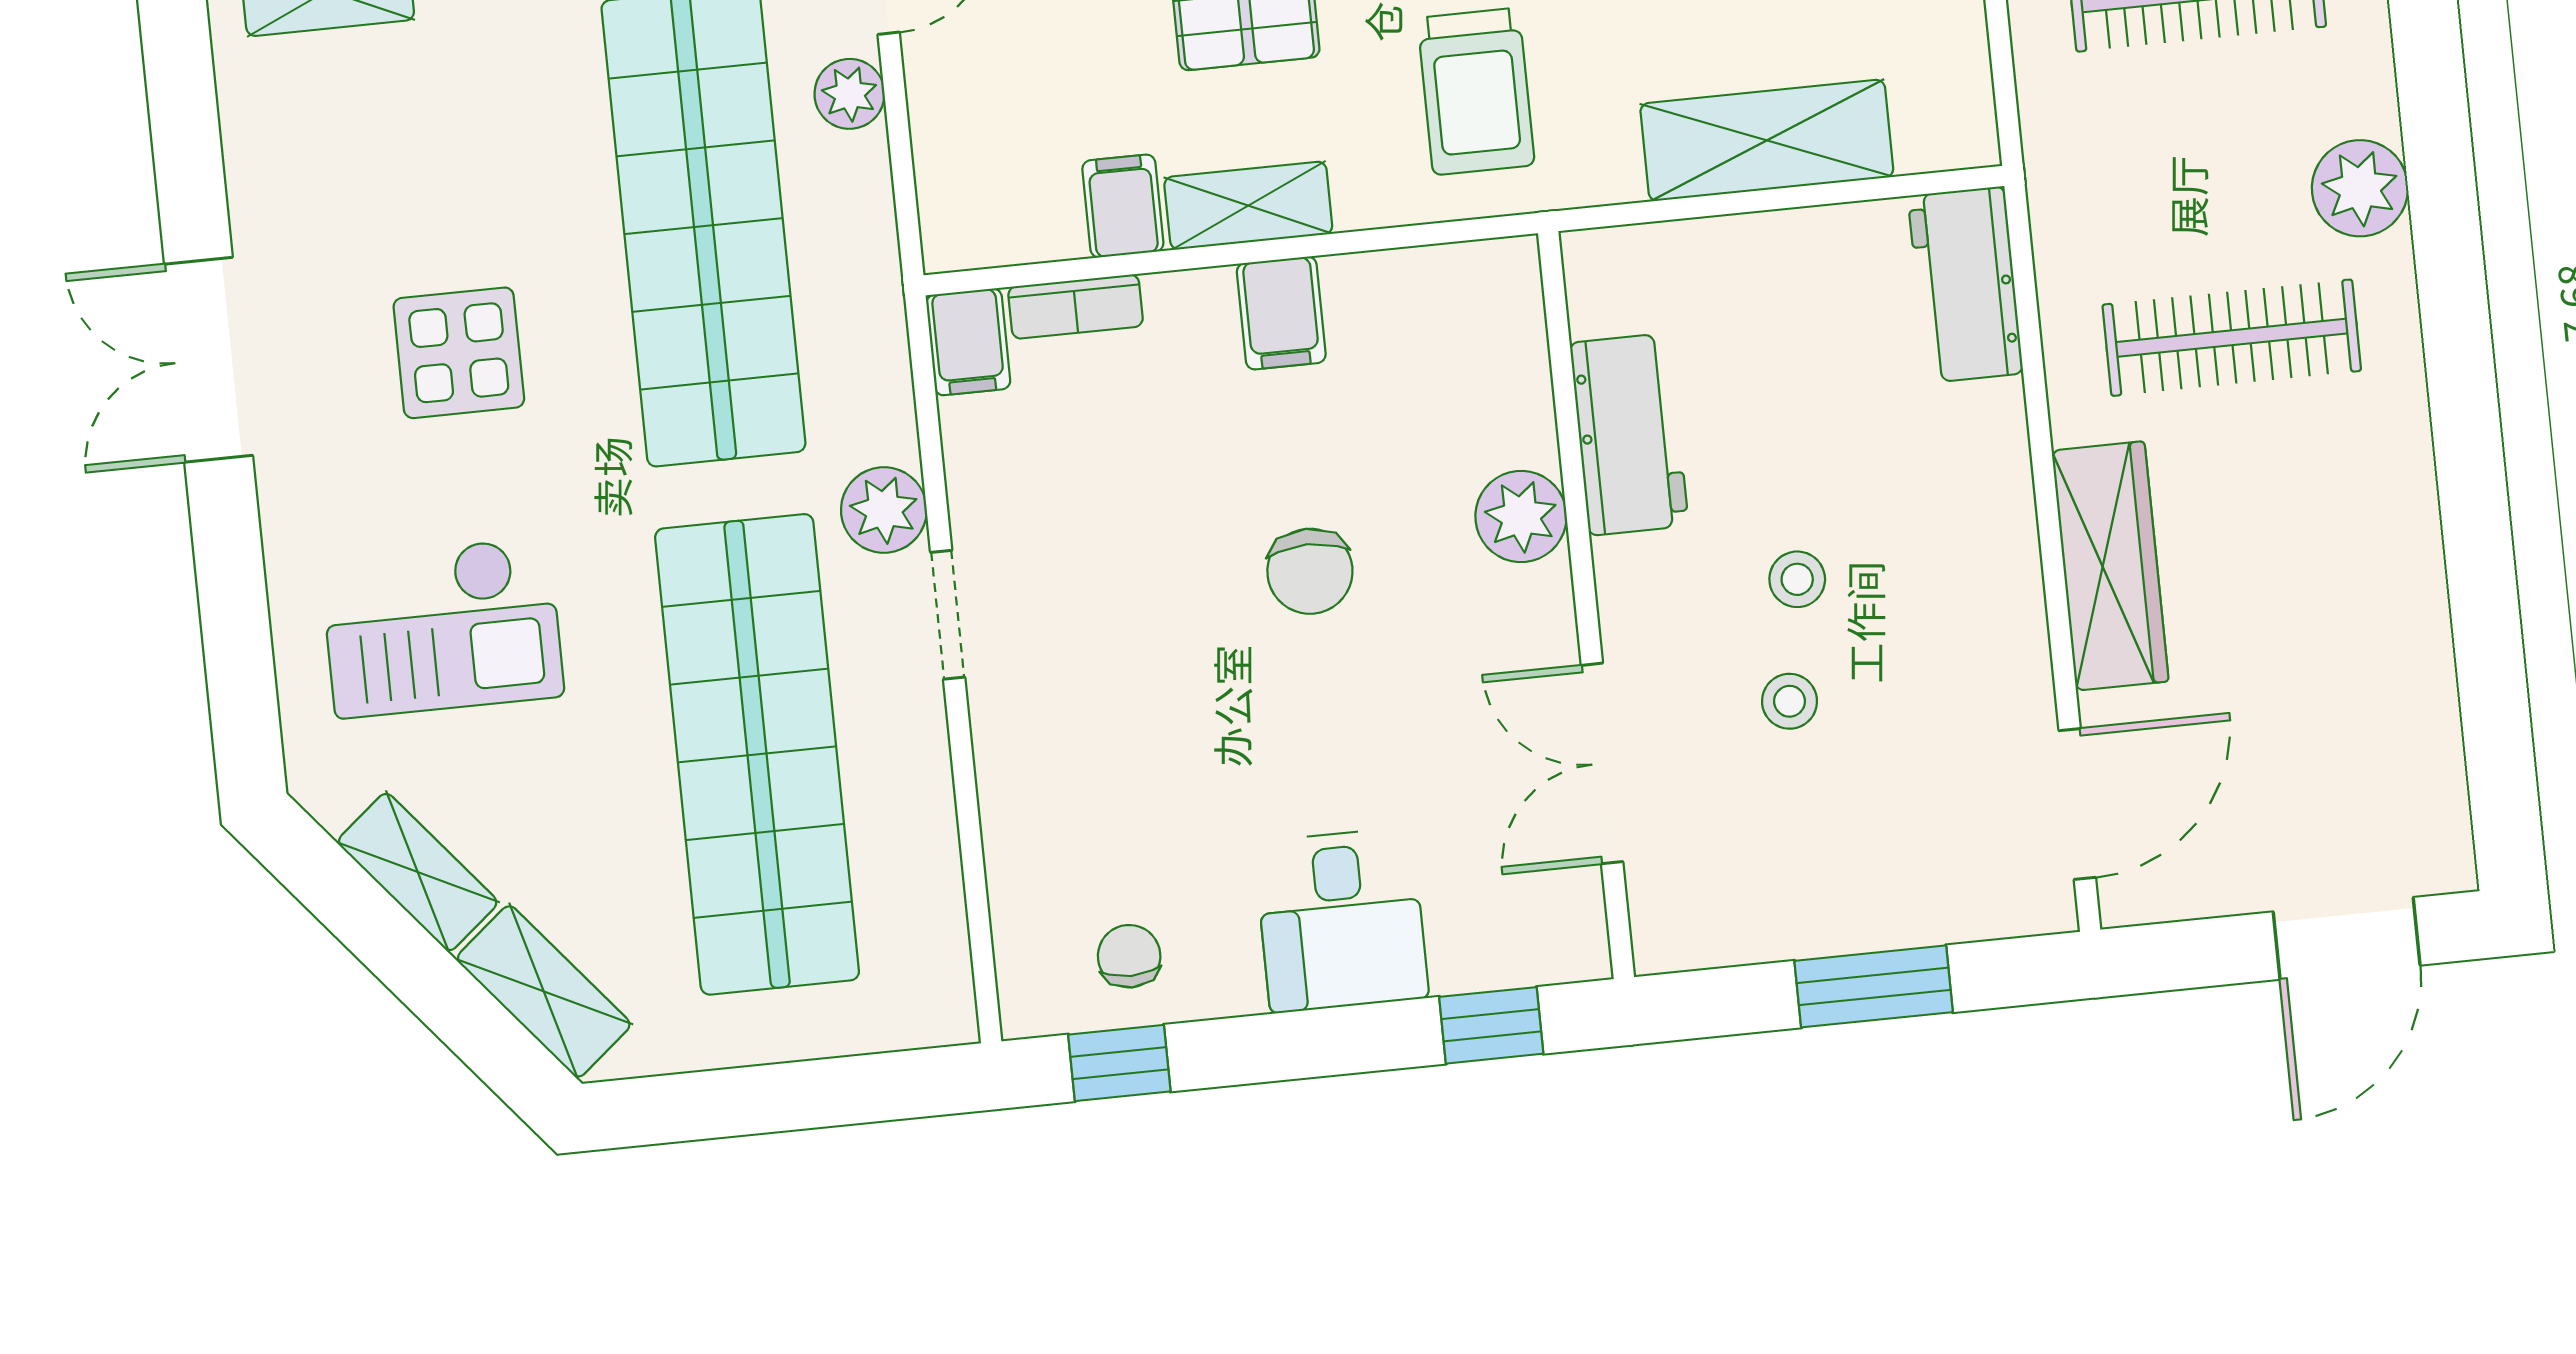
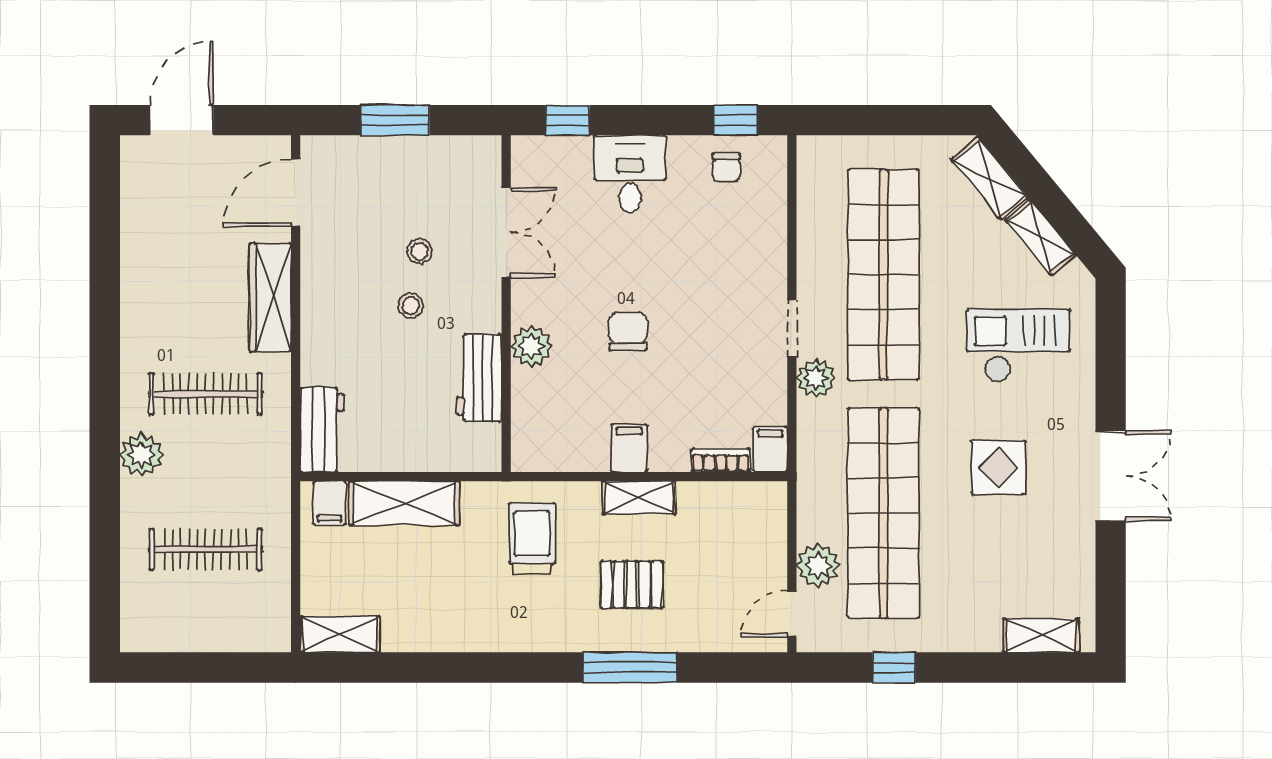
plant: (850, 94) -> (818, 566), width x1.38, depth x1.38
filing cabinet: (1123, 206) -> (330, 503), moved

